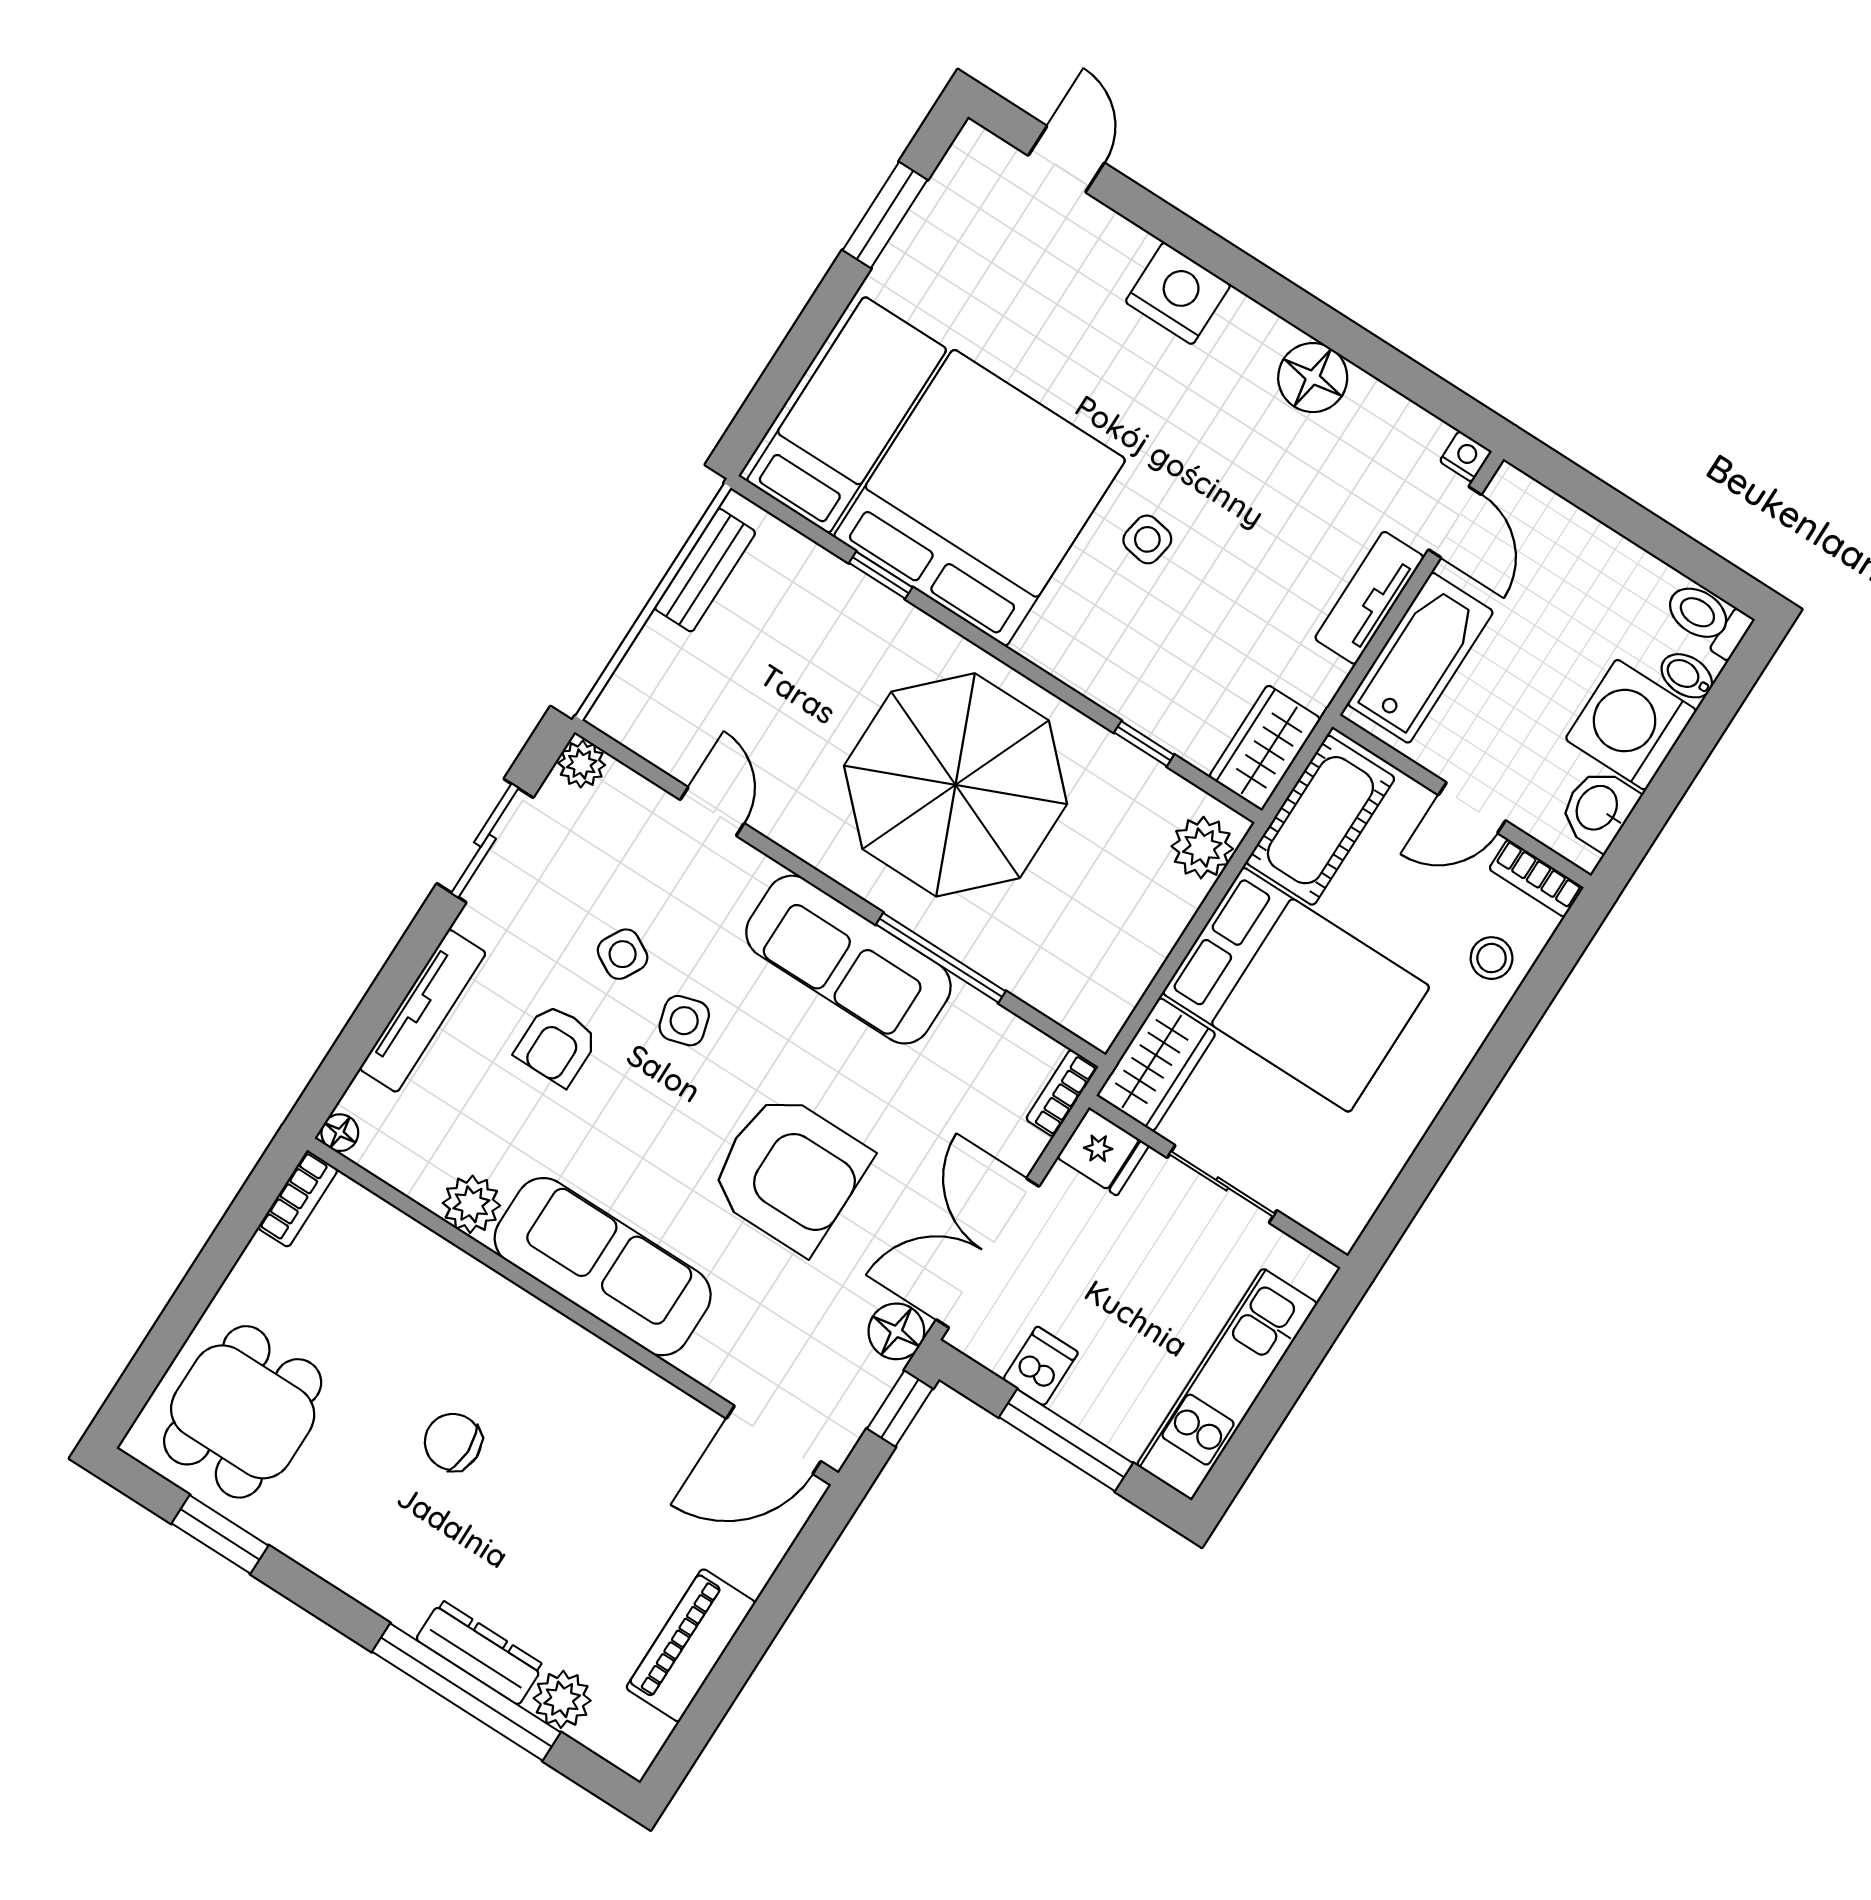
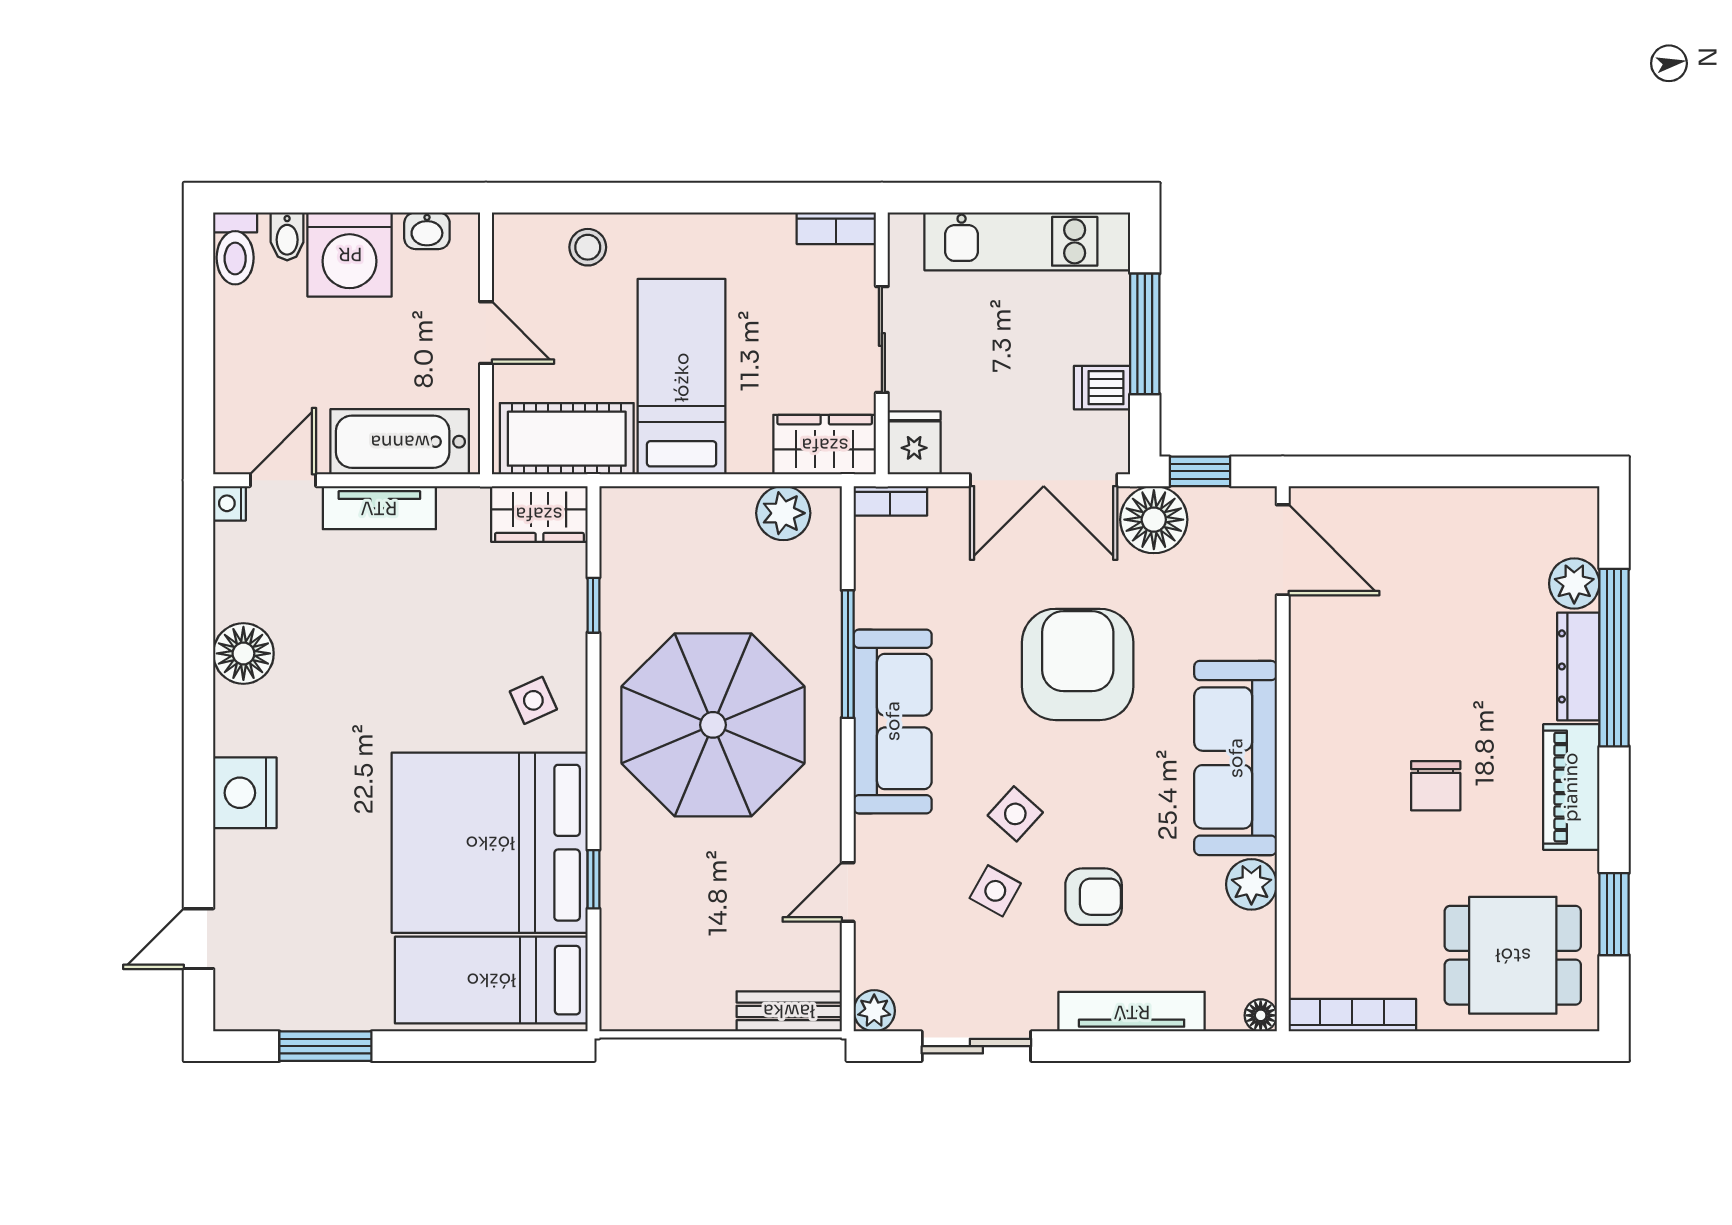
side table: (1147, 539) -> (533, 700), moved, turned -34
bench: (705, 570) -> (789, 1011), moved
washbasin: (1598, 809) -> (427, 231), width x0.72, depth x0.69
plant: (1202, 848) -> (783, 513), moved
bookcase: (1536, 878) -> (836, 228), moved, turned 90
bed: (1296, 990) -> (682, 377), width x0.67
side table: (684, 1021) -> (1015, 814), turned -32
bookcase: (298, 1199) -> (1352, 1015), width x1.56
floor lamp: (896, 1331) -> (1154, 520), width x1.38, depth x1.38
piano: (691, 1645) -> (1571, 787), moved, turned 90

